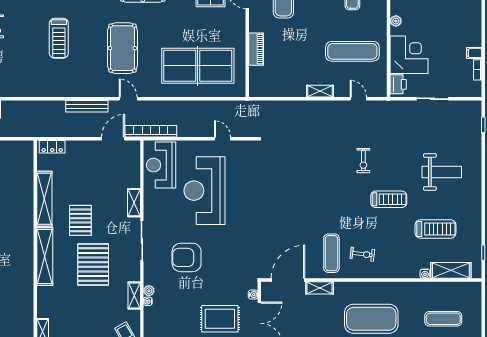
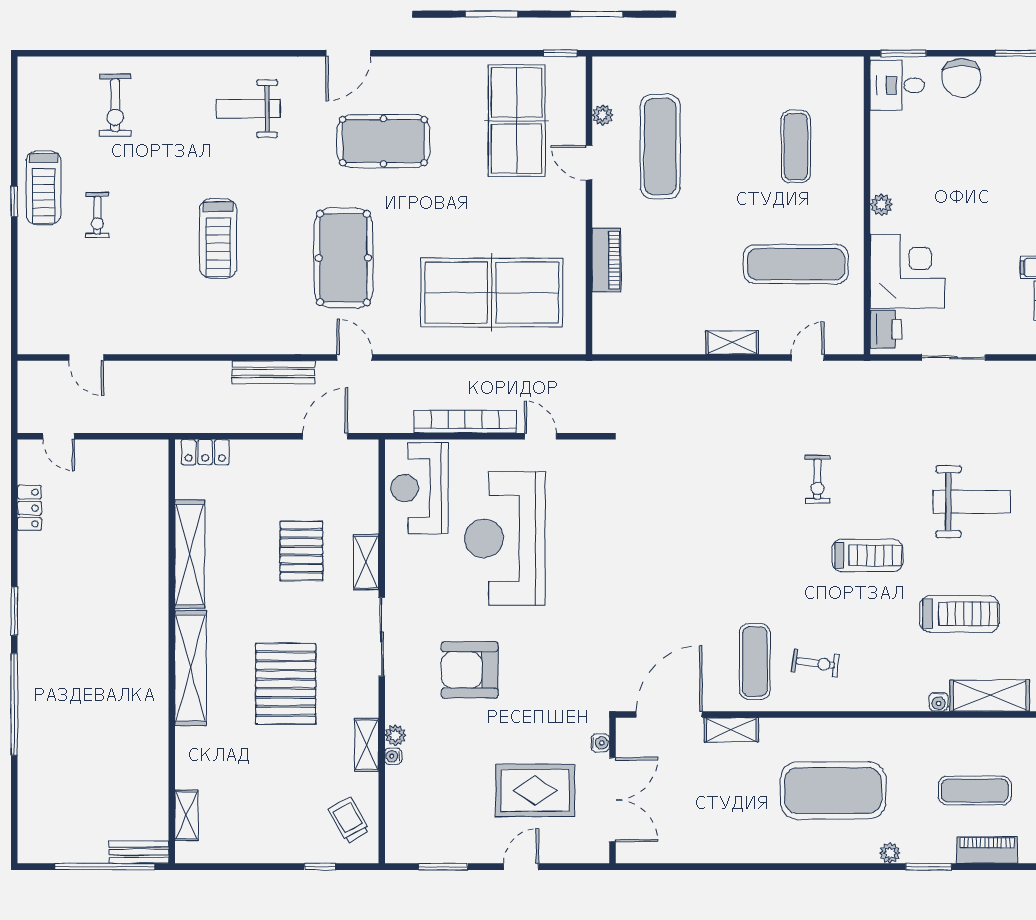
door: (358, 99) -> (808, 358), hinge flipped
bookcase: (151, 131) -> (465, 422), moved
pallet: (80, 220) -> (301, 551), moved

